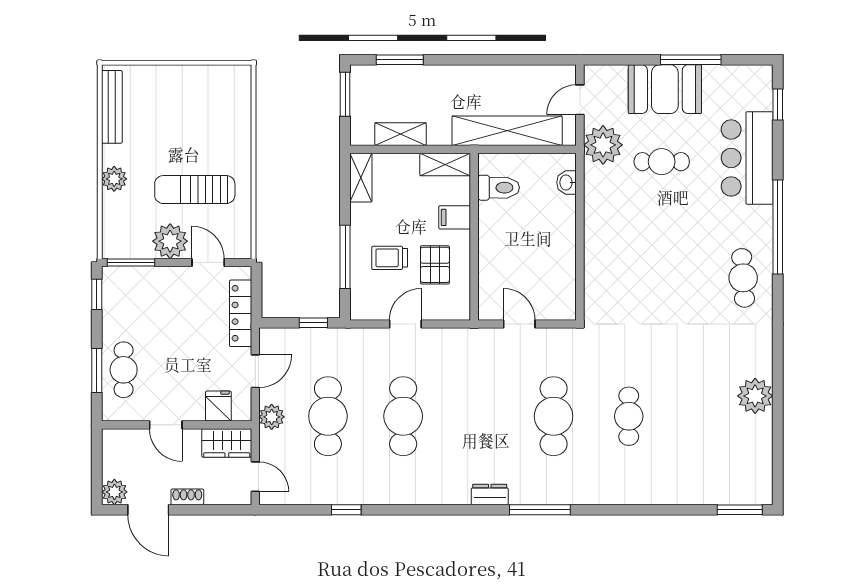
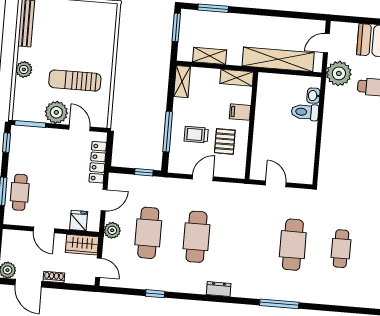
toilet: (499, 188) -> (305, 112), moved, turned 180
dresser: (490, 494) -> (219, 289), moved

